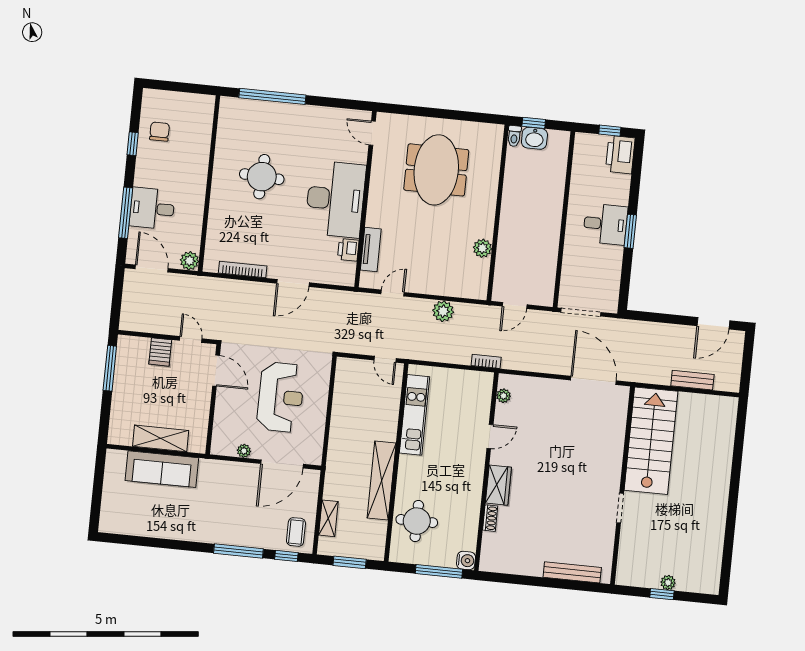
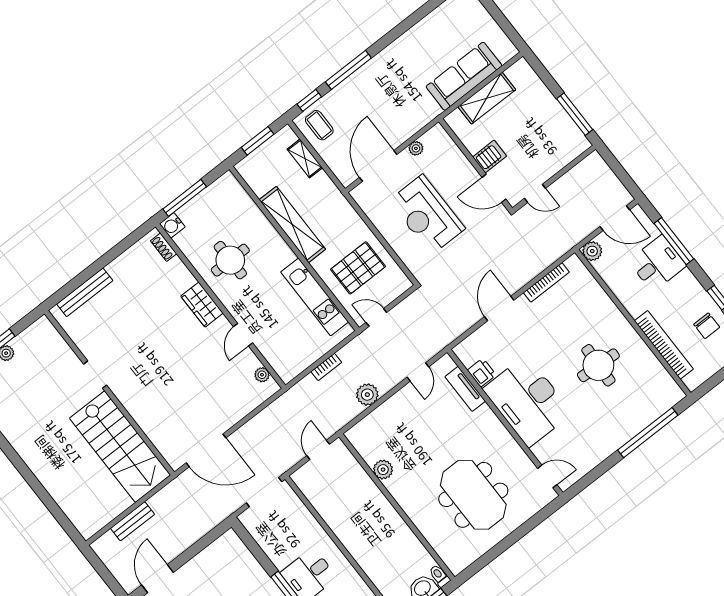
bookcase: (202, 147) -> (664, 345), added
server rack: (160, 352) -> (490, 157), moved, turned 90
bookcase: (486, 361) -> (326, 367), moved
pallet: (365, 406) -> (358, 268), added
shoe rack: (490, 518) -> (164, 247), moved
round table: (417, 521) -> (230, 260), moved

